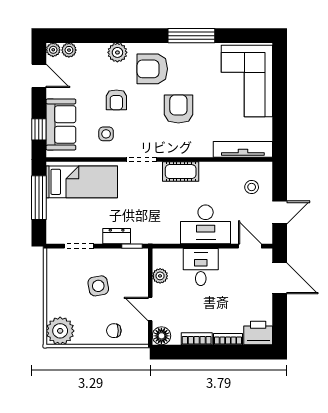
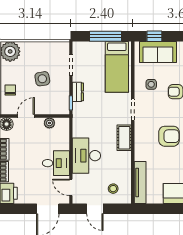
door: (250, 246) -> (71, 187), swing flipped
desk: (201, 267) -> (56, 163), moved

